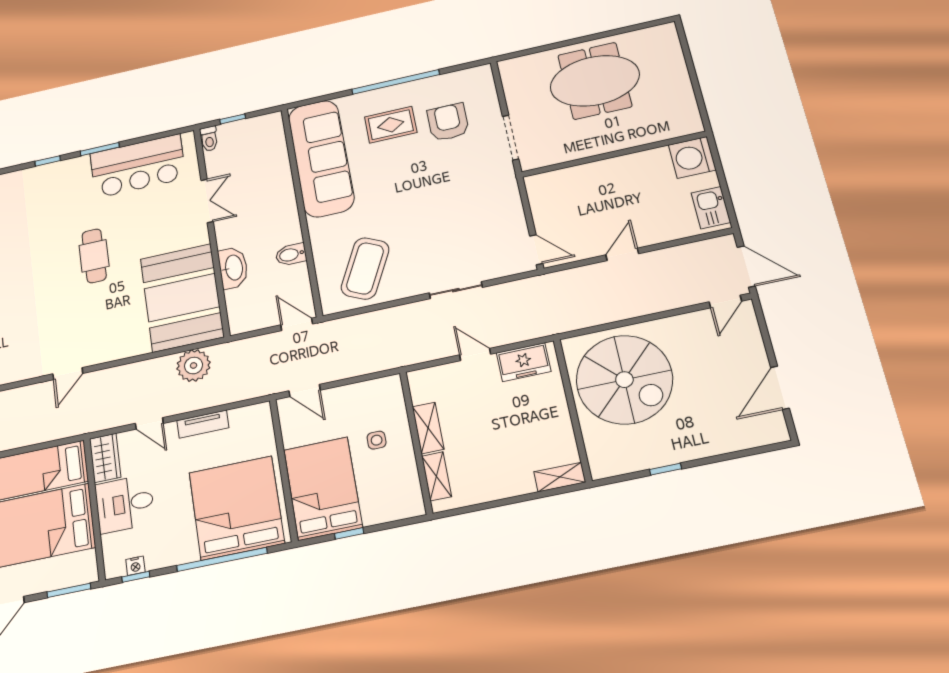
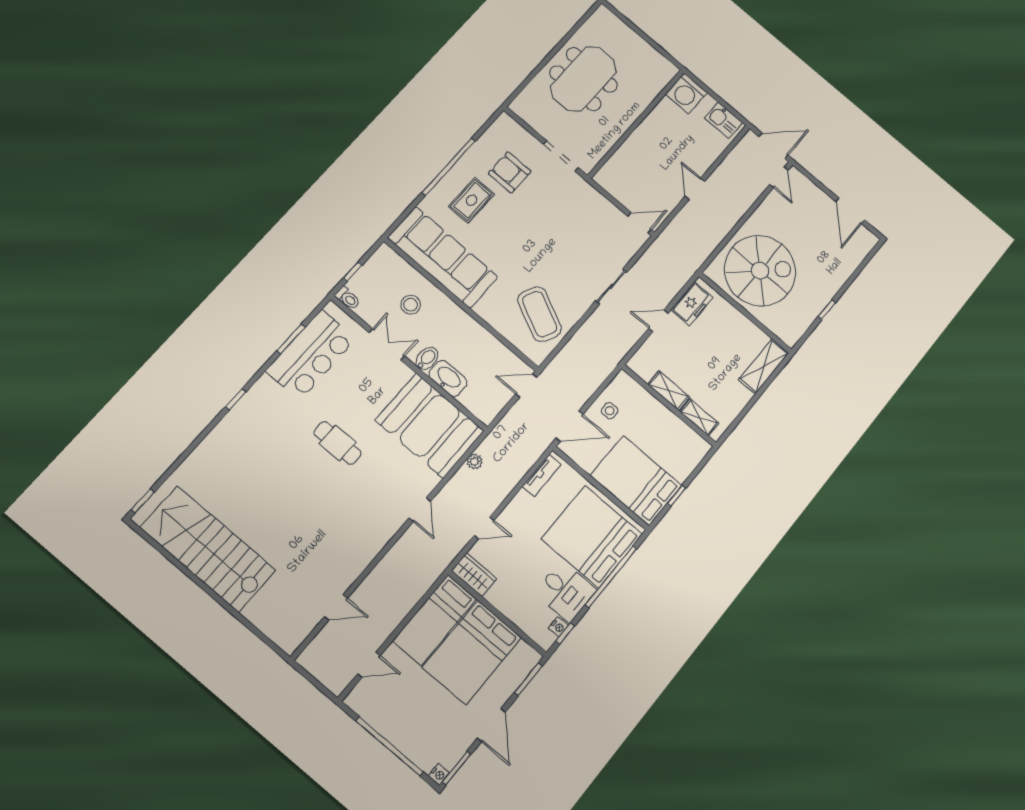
window: (100, 149) -> (291, 339), moved
stool: (257, 181) -> (411, 305), added
bidet: (291, 254) -> (427, 359), moved, turned 180
plant: (194, 365) -> (475, 461), width x0.53, depth x0.53
door: (68, 374) -> (420, 510), moved
door: (305, 391) -> (570, 426), width x1.38
tv unit: (203, 424) -> (542, 476), moved
side table: (377, 440) -> (610, 411), moved
shelving: (560, 477) -> (764, 366), width x1.50, depth x1.33
desk: (125, 504) -> (566, 592), moved, turned -90

